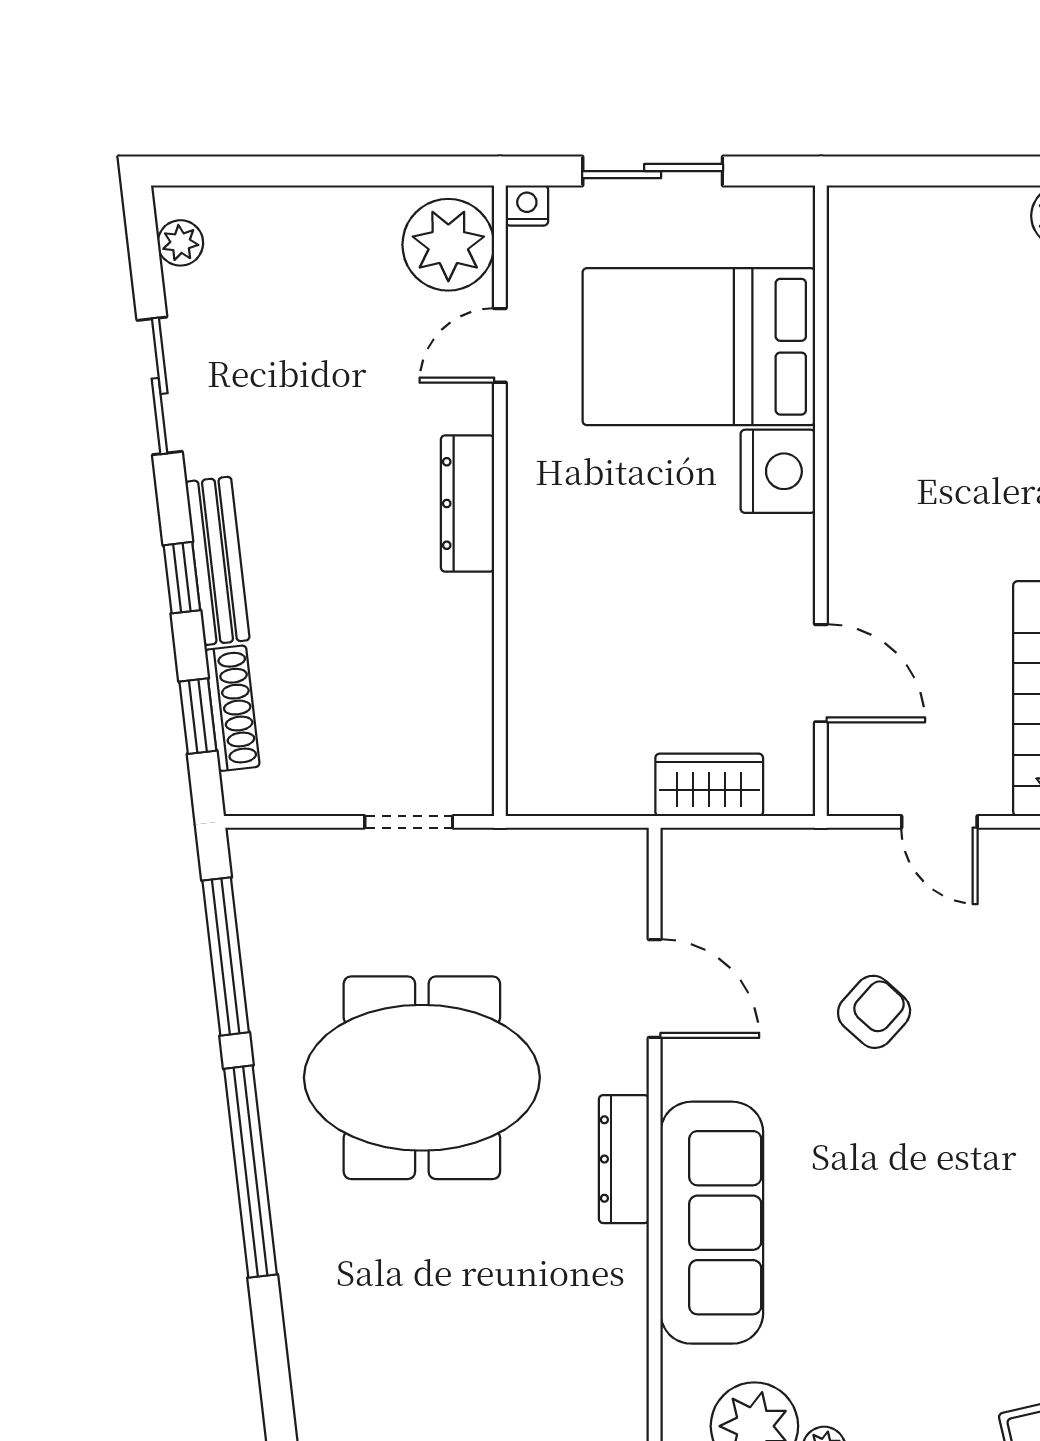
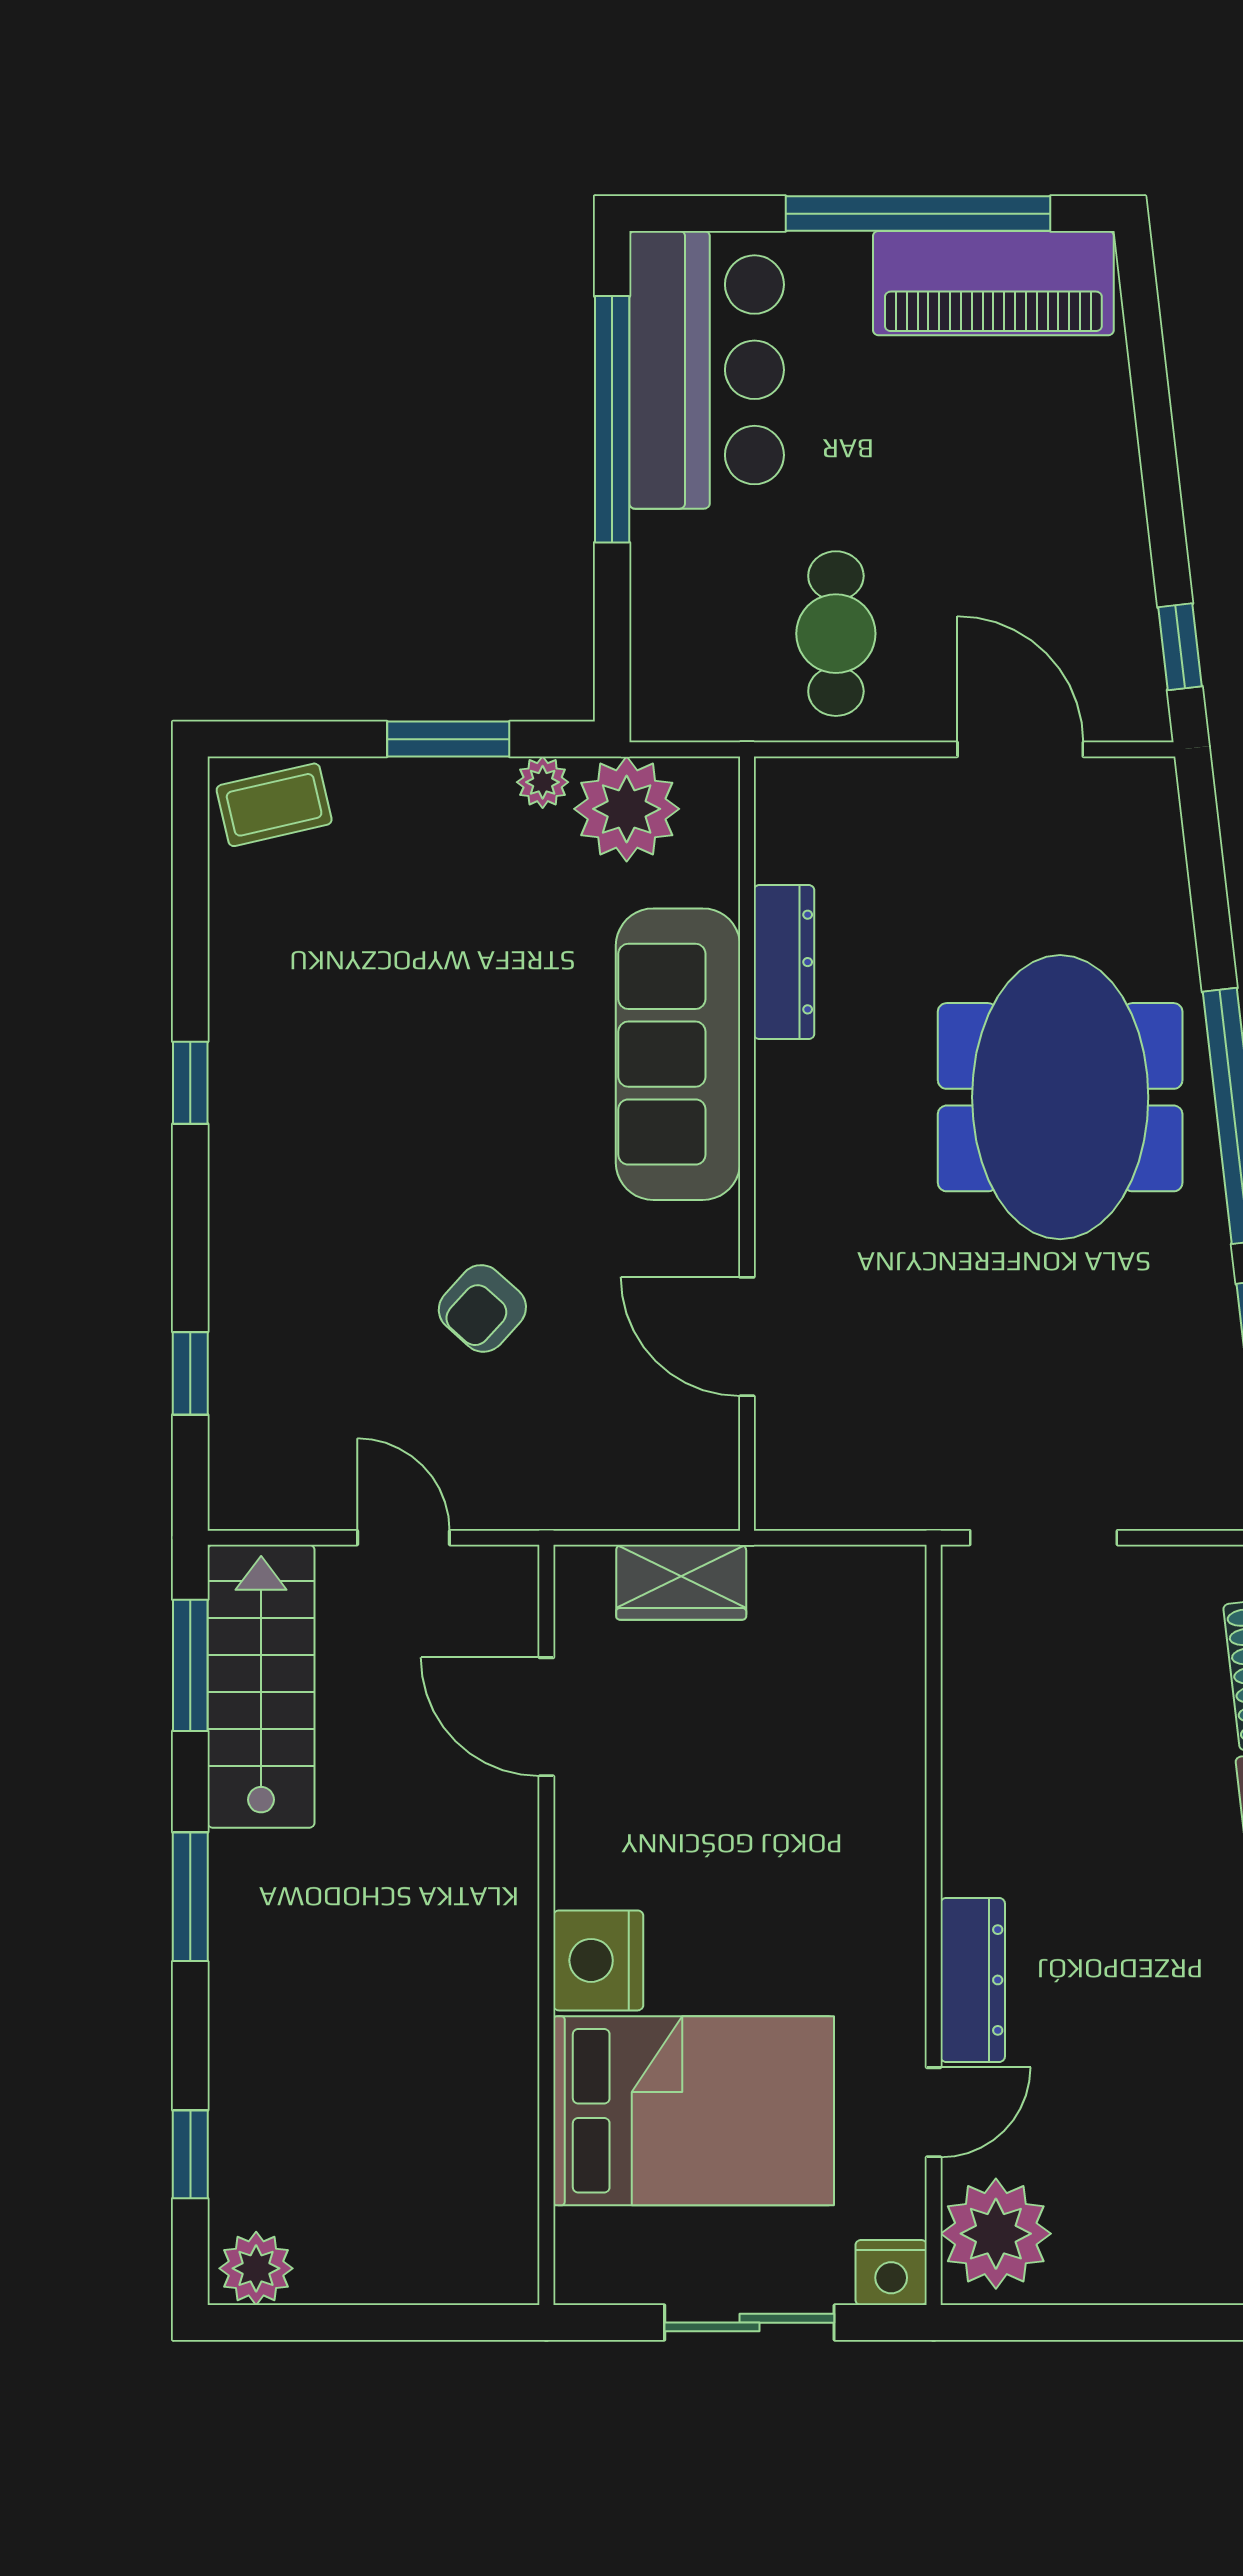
nightstand: (527, 205) -> (891, 2273), width x1.39, depth x1.35
dresser: (468, 504) -> (973, 1980), moved
doorway: (409, 822) -> (1044, 1538), width x1.38
meeting table: (422, 1078) -> (1060, 1097), moved, turned 90
dresser: (624, 1159) -> (784, 962), moved

